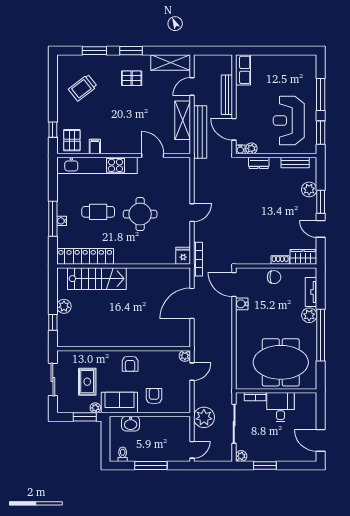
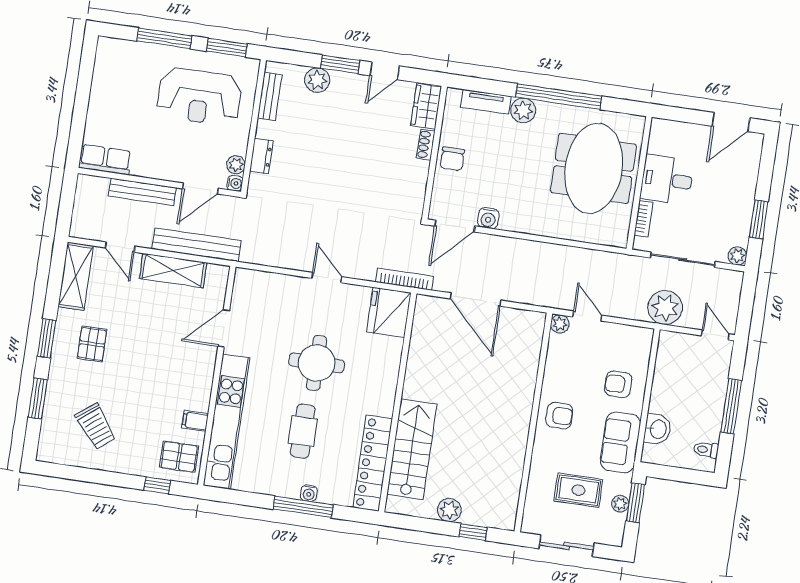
fridge: (183, 256) -> (389, 312), width x1.88, depth x1.34
chair: (274, 277) -> (452, 159), turned 180
plant: (95, 408) -> (620, 504), moved

